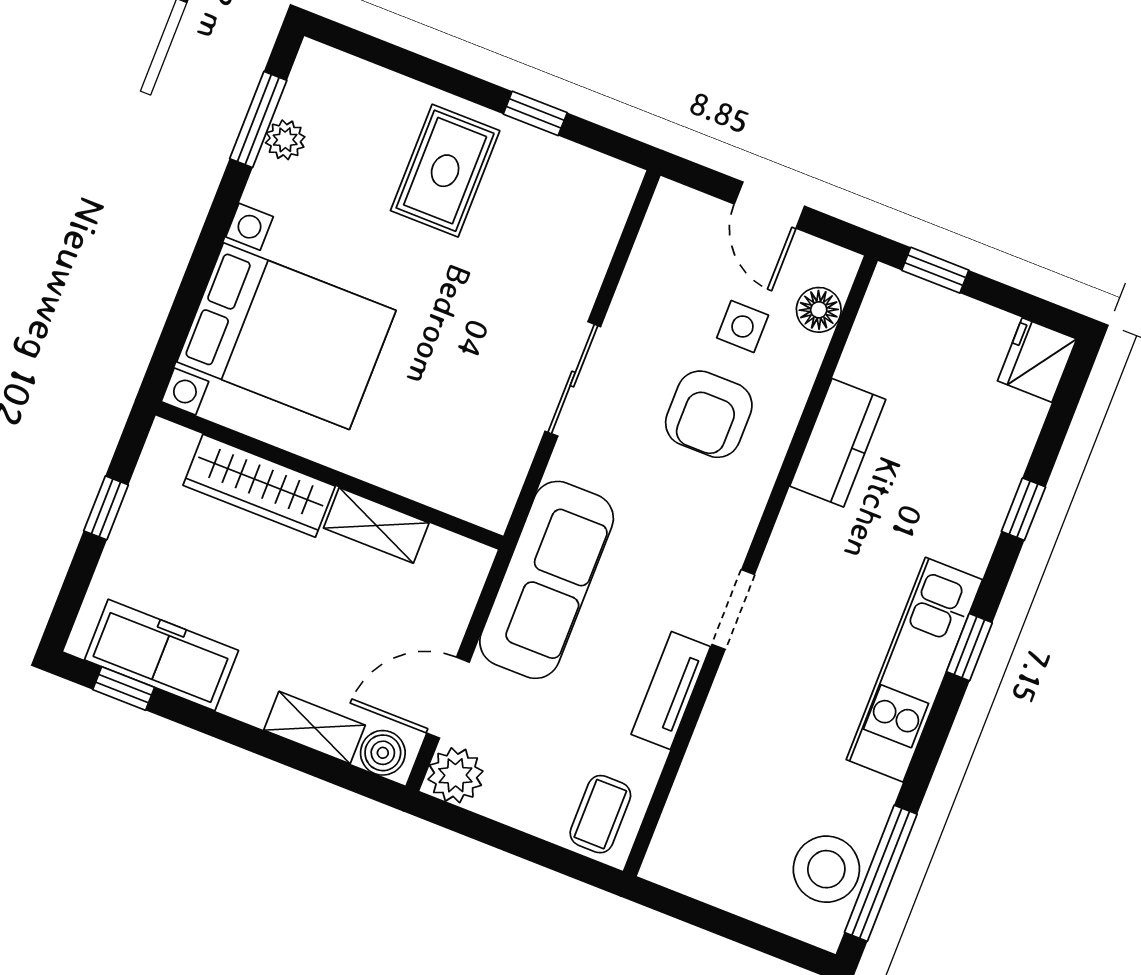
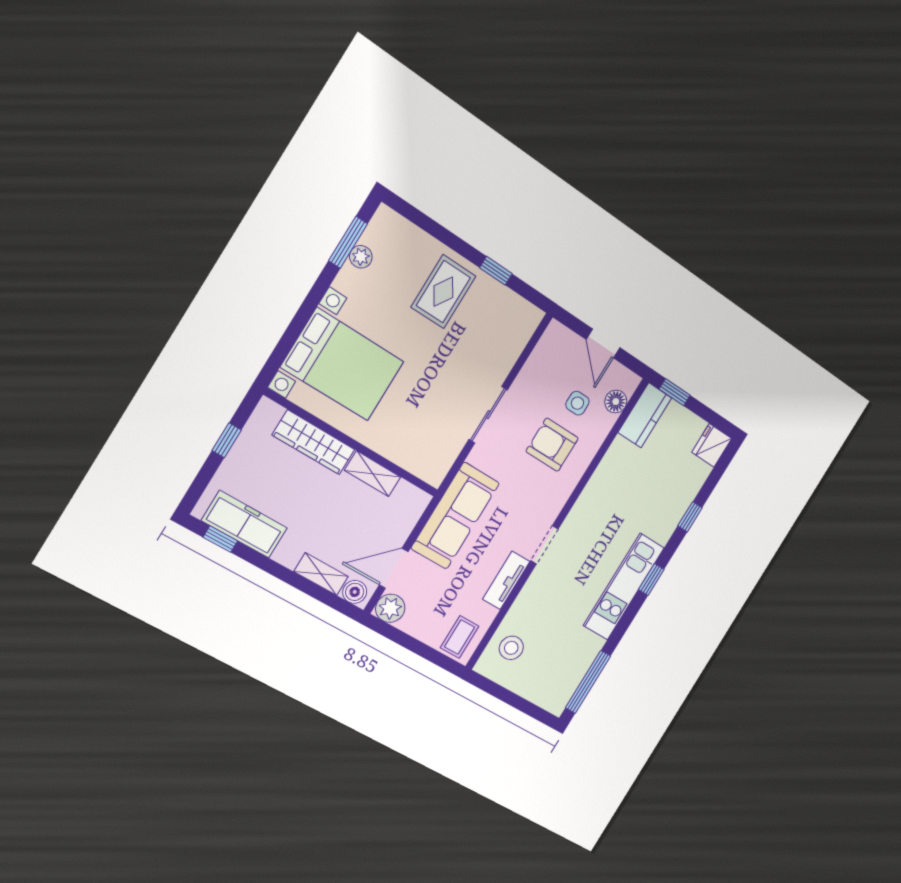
armchair: (709, 414) -> (552, 445), turned 90
kitchen counter: (838, 443) -> (645, 415), moved
stool: (826, 869) -> (511, 648), moved, width x0.73, depth x0.73

